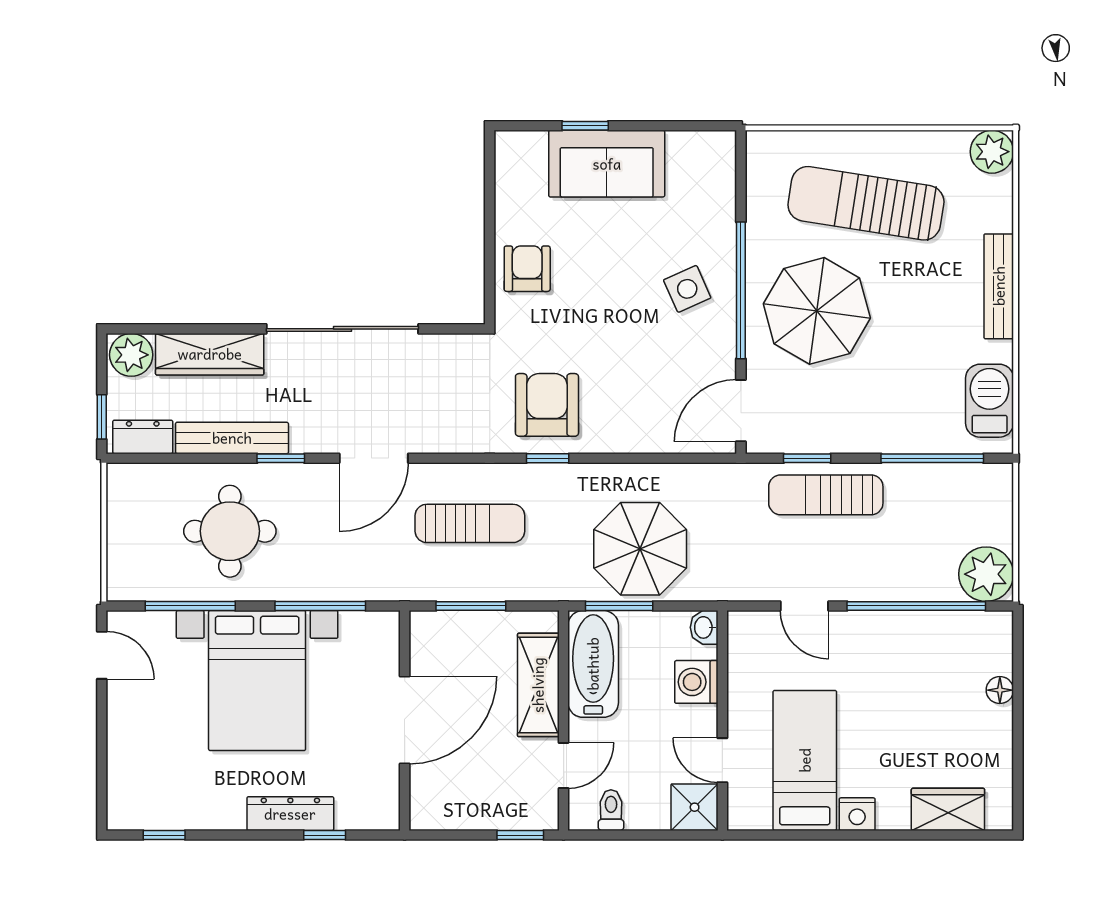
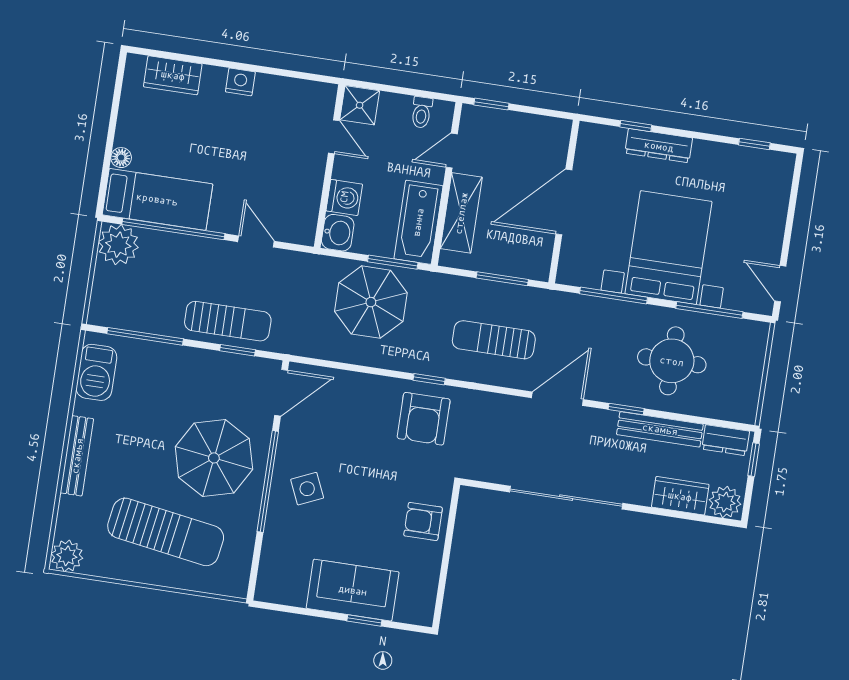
armchair: (527, 269) -> (423, 521), turned 90
wardrobe: (210, 354) -> (680, 496), width x0.67
washbasin: (704, 627) -> (338, 233), width x1.38, depth x1.45
bed: (805, 760) -> (157, 199), moved, turned -90

